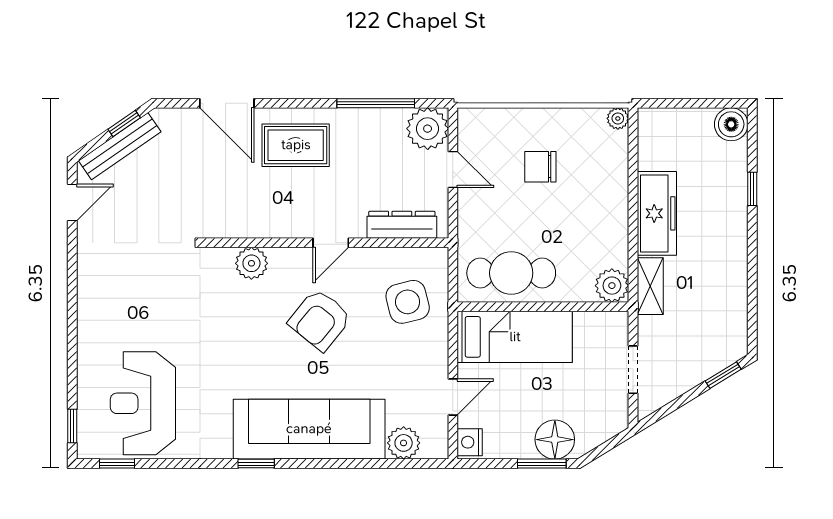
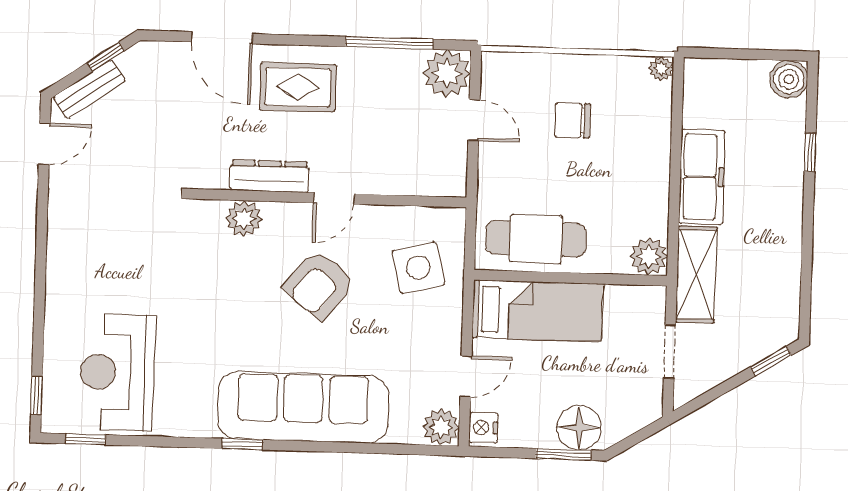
bench: (120, 146) -> (89, 89), width x0.73
dresser: (402, 225) -> (269, 176), moved
shelving: (650, 286) -> (696, 275), width x1.50, depth x1.33
plant: (404, 443) -> (441, 427), moved

